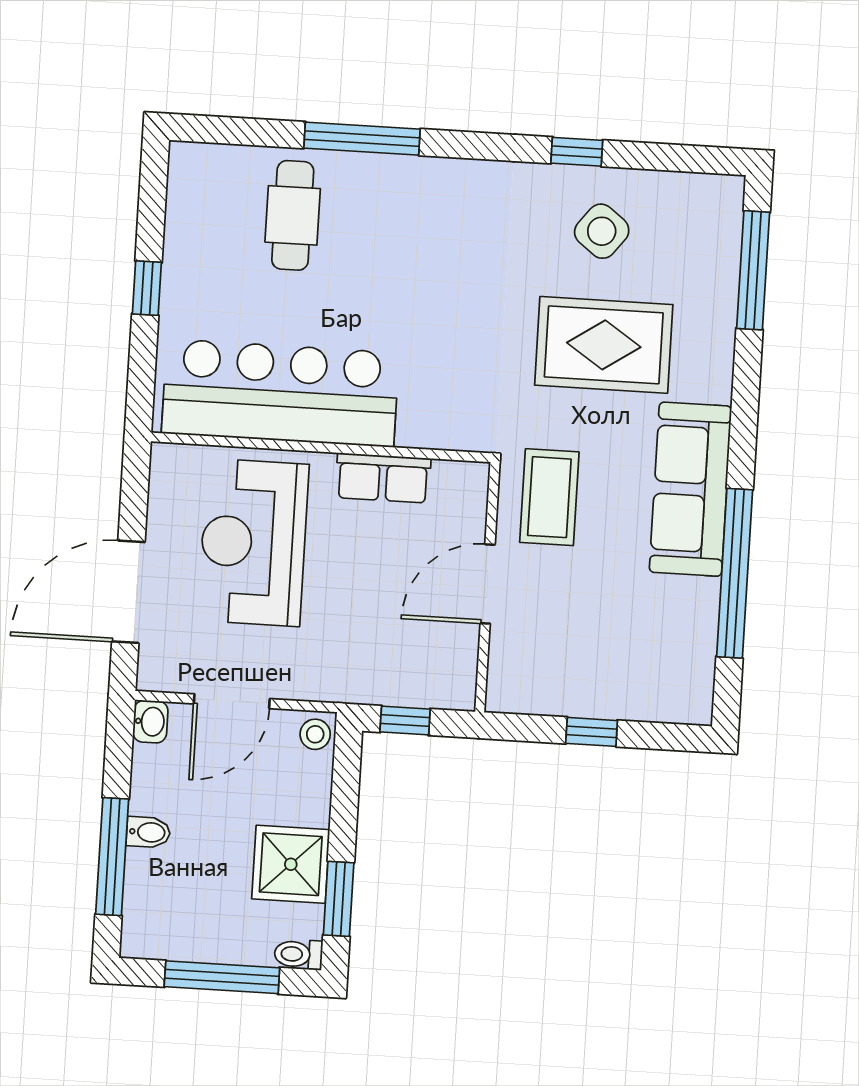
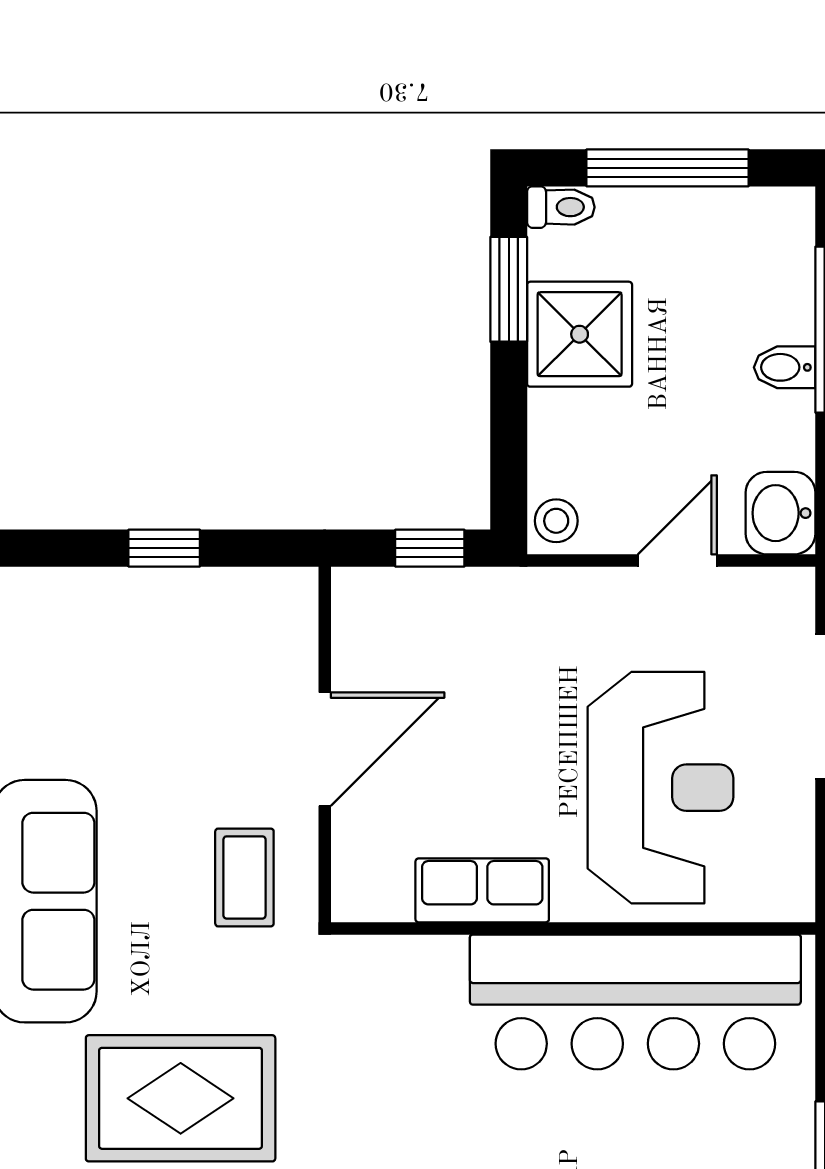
coffee table: (549, 497) -> (244, 877), width x0.73, depth x0.77
door: (232, 701) -> (677, 560), width x0.73
washbasin: (150, 722) -> (780, 513), width x1.38, depth x1.45

